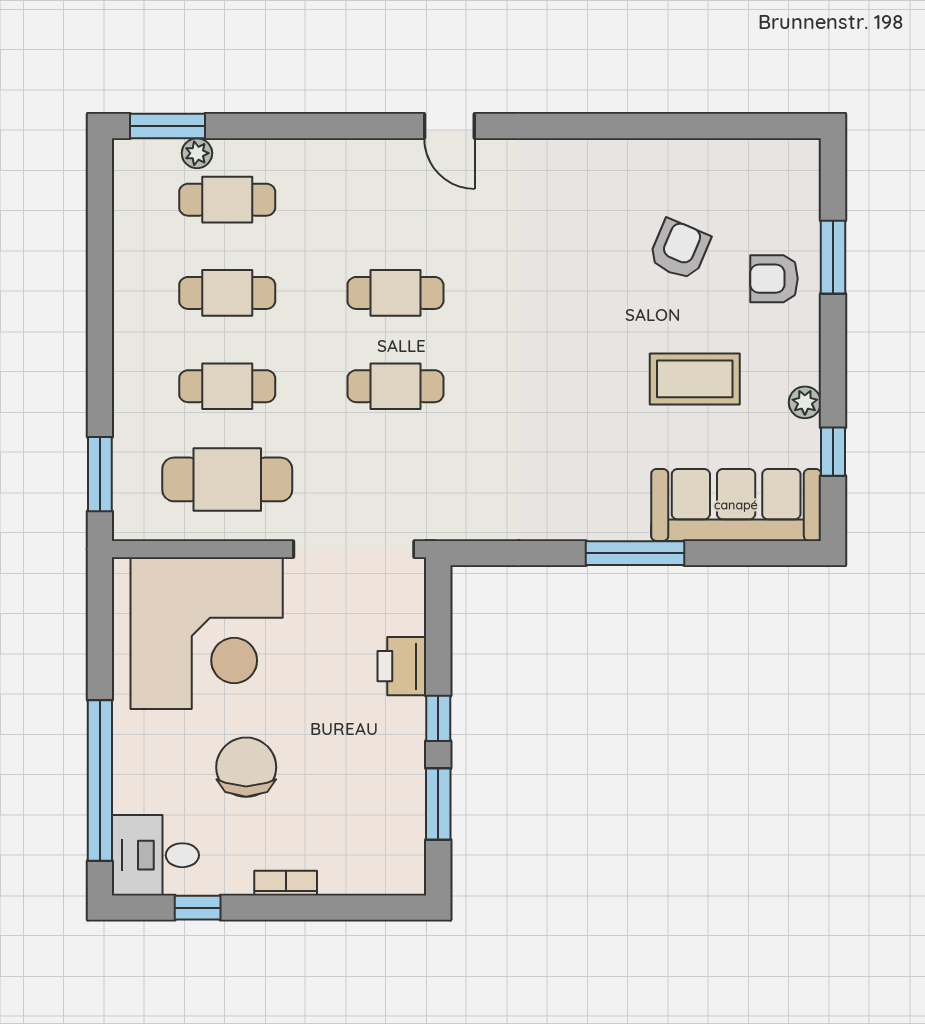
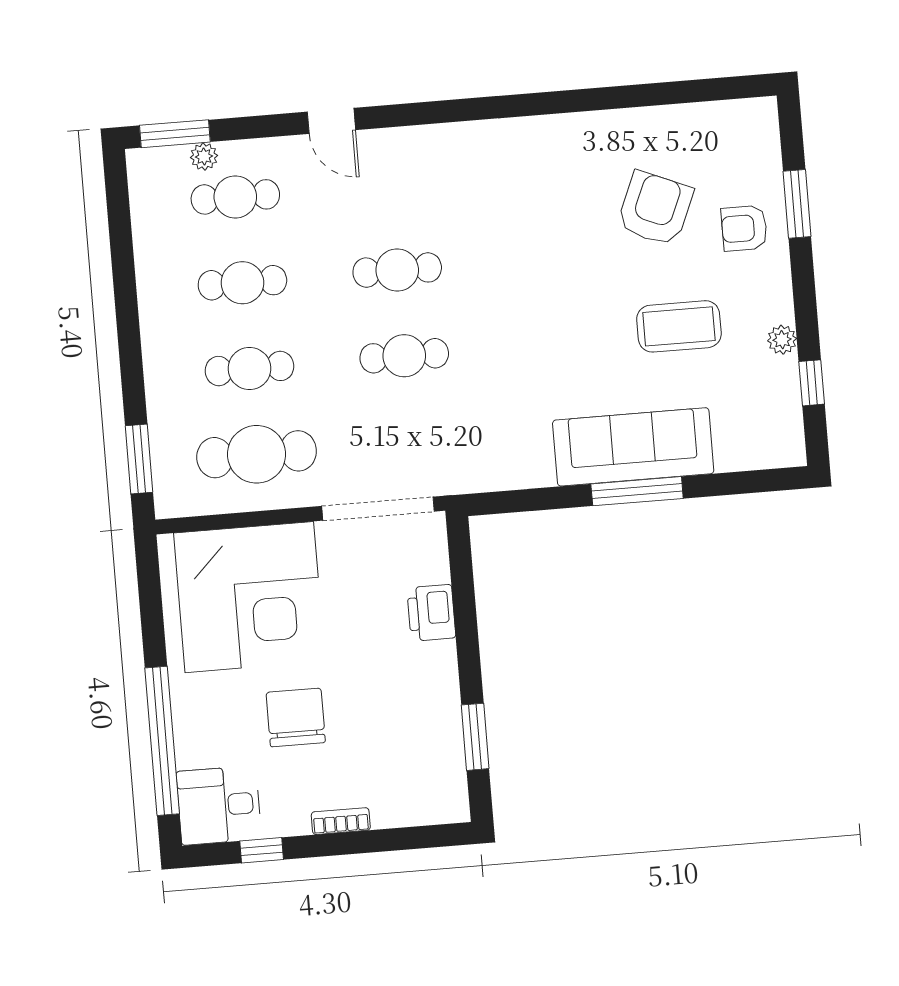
door: (449, 126) -> (331, 121), moved
armchair: (679, 249) -> (655, 208), width x1.38, depth x1.38
sofa: (736, 505) -> (633, 447), moved
window: (438, 718) -> (469, 658), removed

